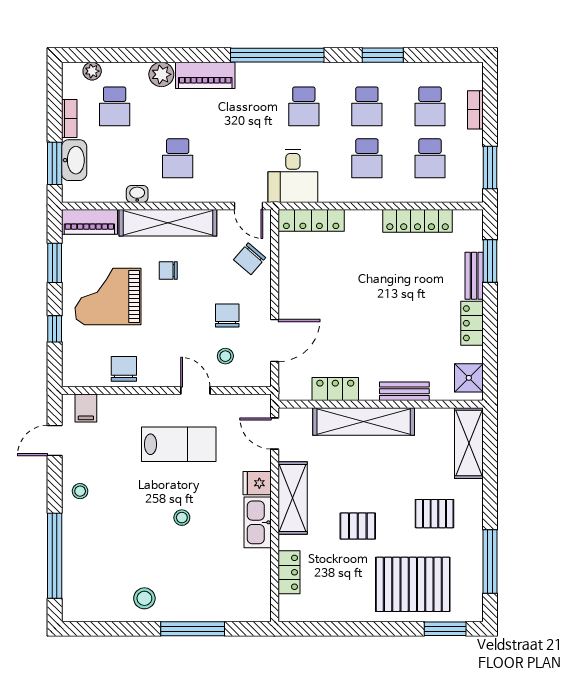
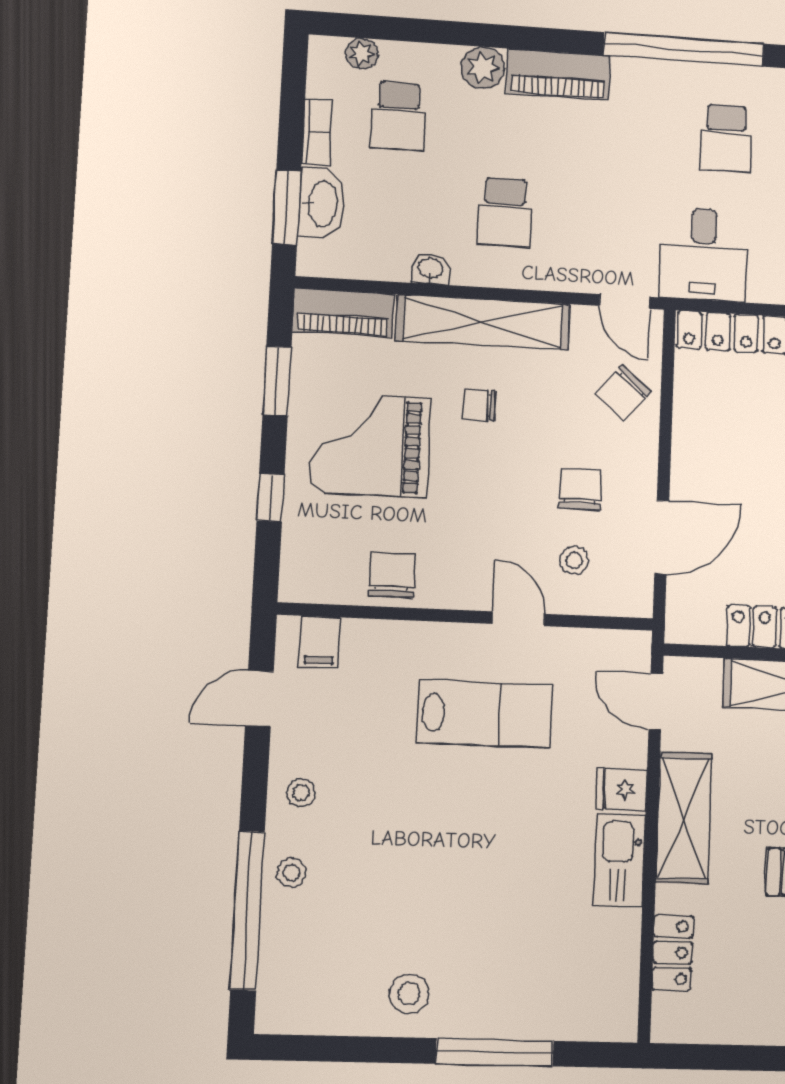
stool: (182, 518) -> (292, 873), moved

